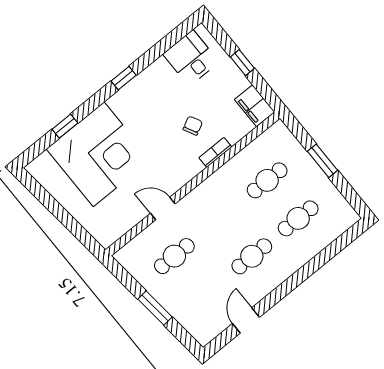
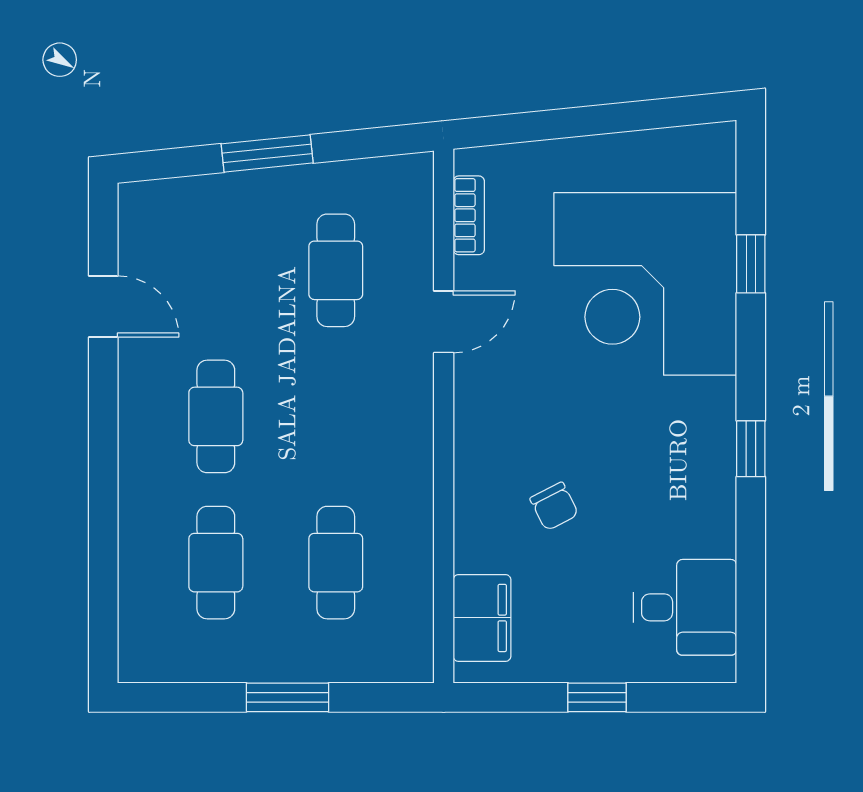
filing cabinet: (255, 106) -> (482, 618), moved, turned 90
bookcase: (215, 152) -> (469, 215), moved

